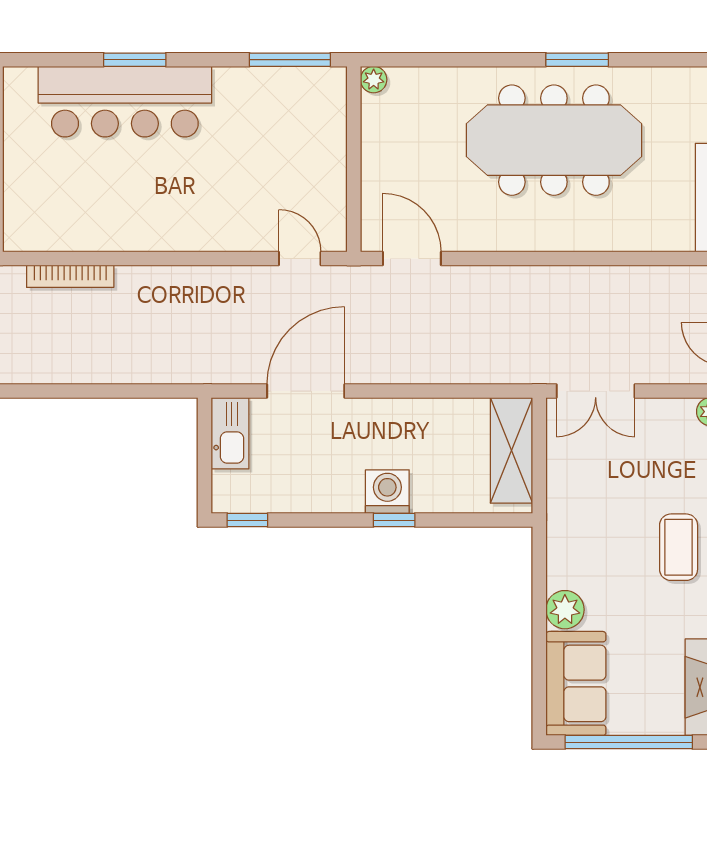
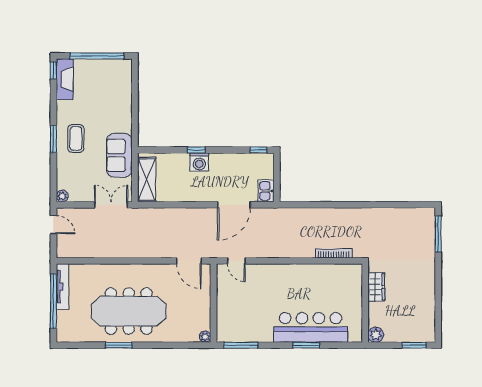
kitchen sink: (230, 433) -> (266, 191), width x0.73
plant: (565, 610) -> (124, 112), removed
sofa: (576, 683) -> (119, 155), moved

